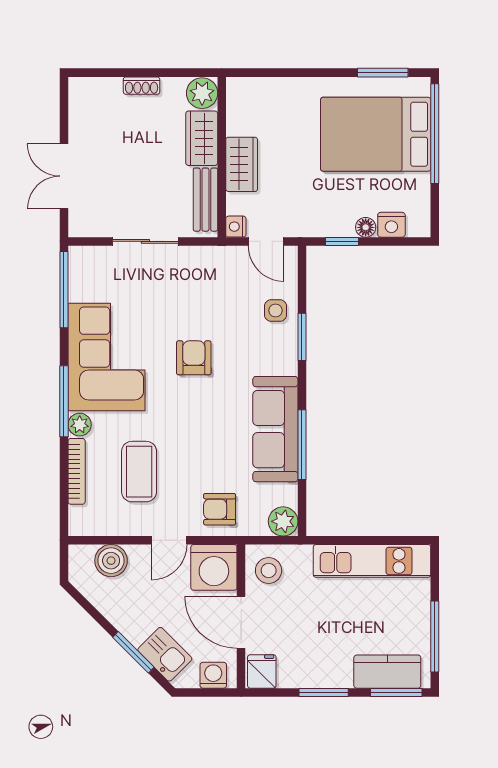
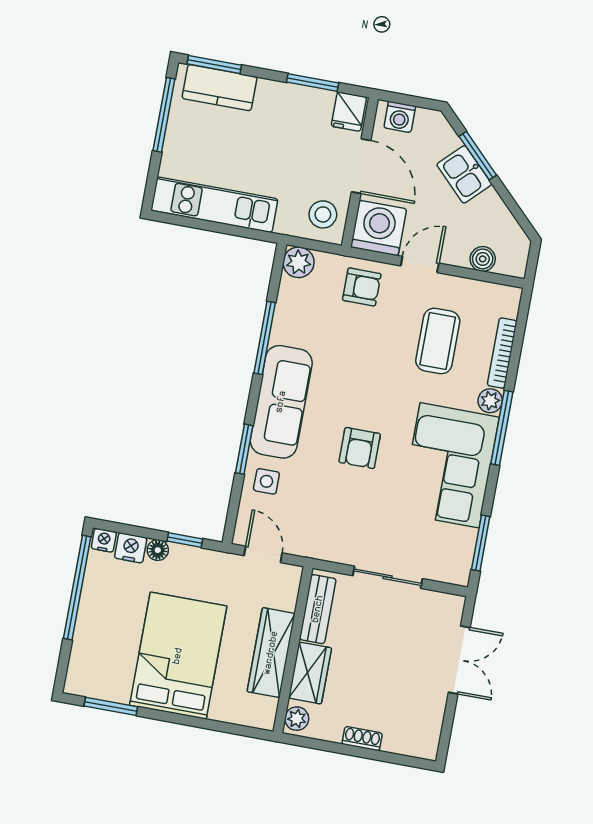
plant: (202, 93) -> (297, 719), width x0.73, depth x0.73
bed: (376, 134) -> (178, 656), moved, turned -90
window: (435, 134) -> (77, 588), moved
wardrobe: (242, 164) -> (271, 653), width x1.50
nightstand: (236, 227) -> (104, 540), moved, turned -90
window: (64, 290) -> (481, 543), width x0.69
sofa: (275, 429) -> (281, 402), moved
boiler: (111, 561) -> (483, 259), width x0.73, depth x0.73
kitchen sink: (165, 654) -> (464, 174), moved
window: (324, 692) -> (313, 83), moved

